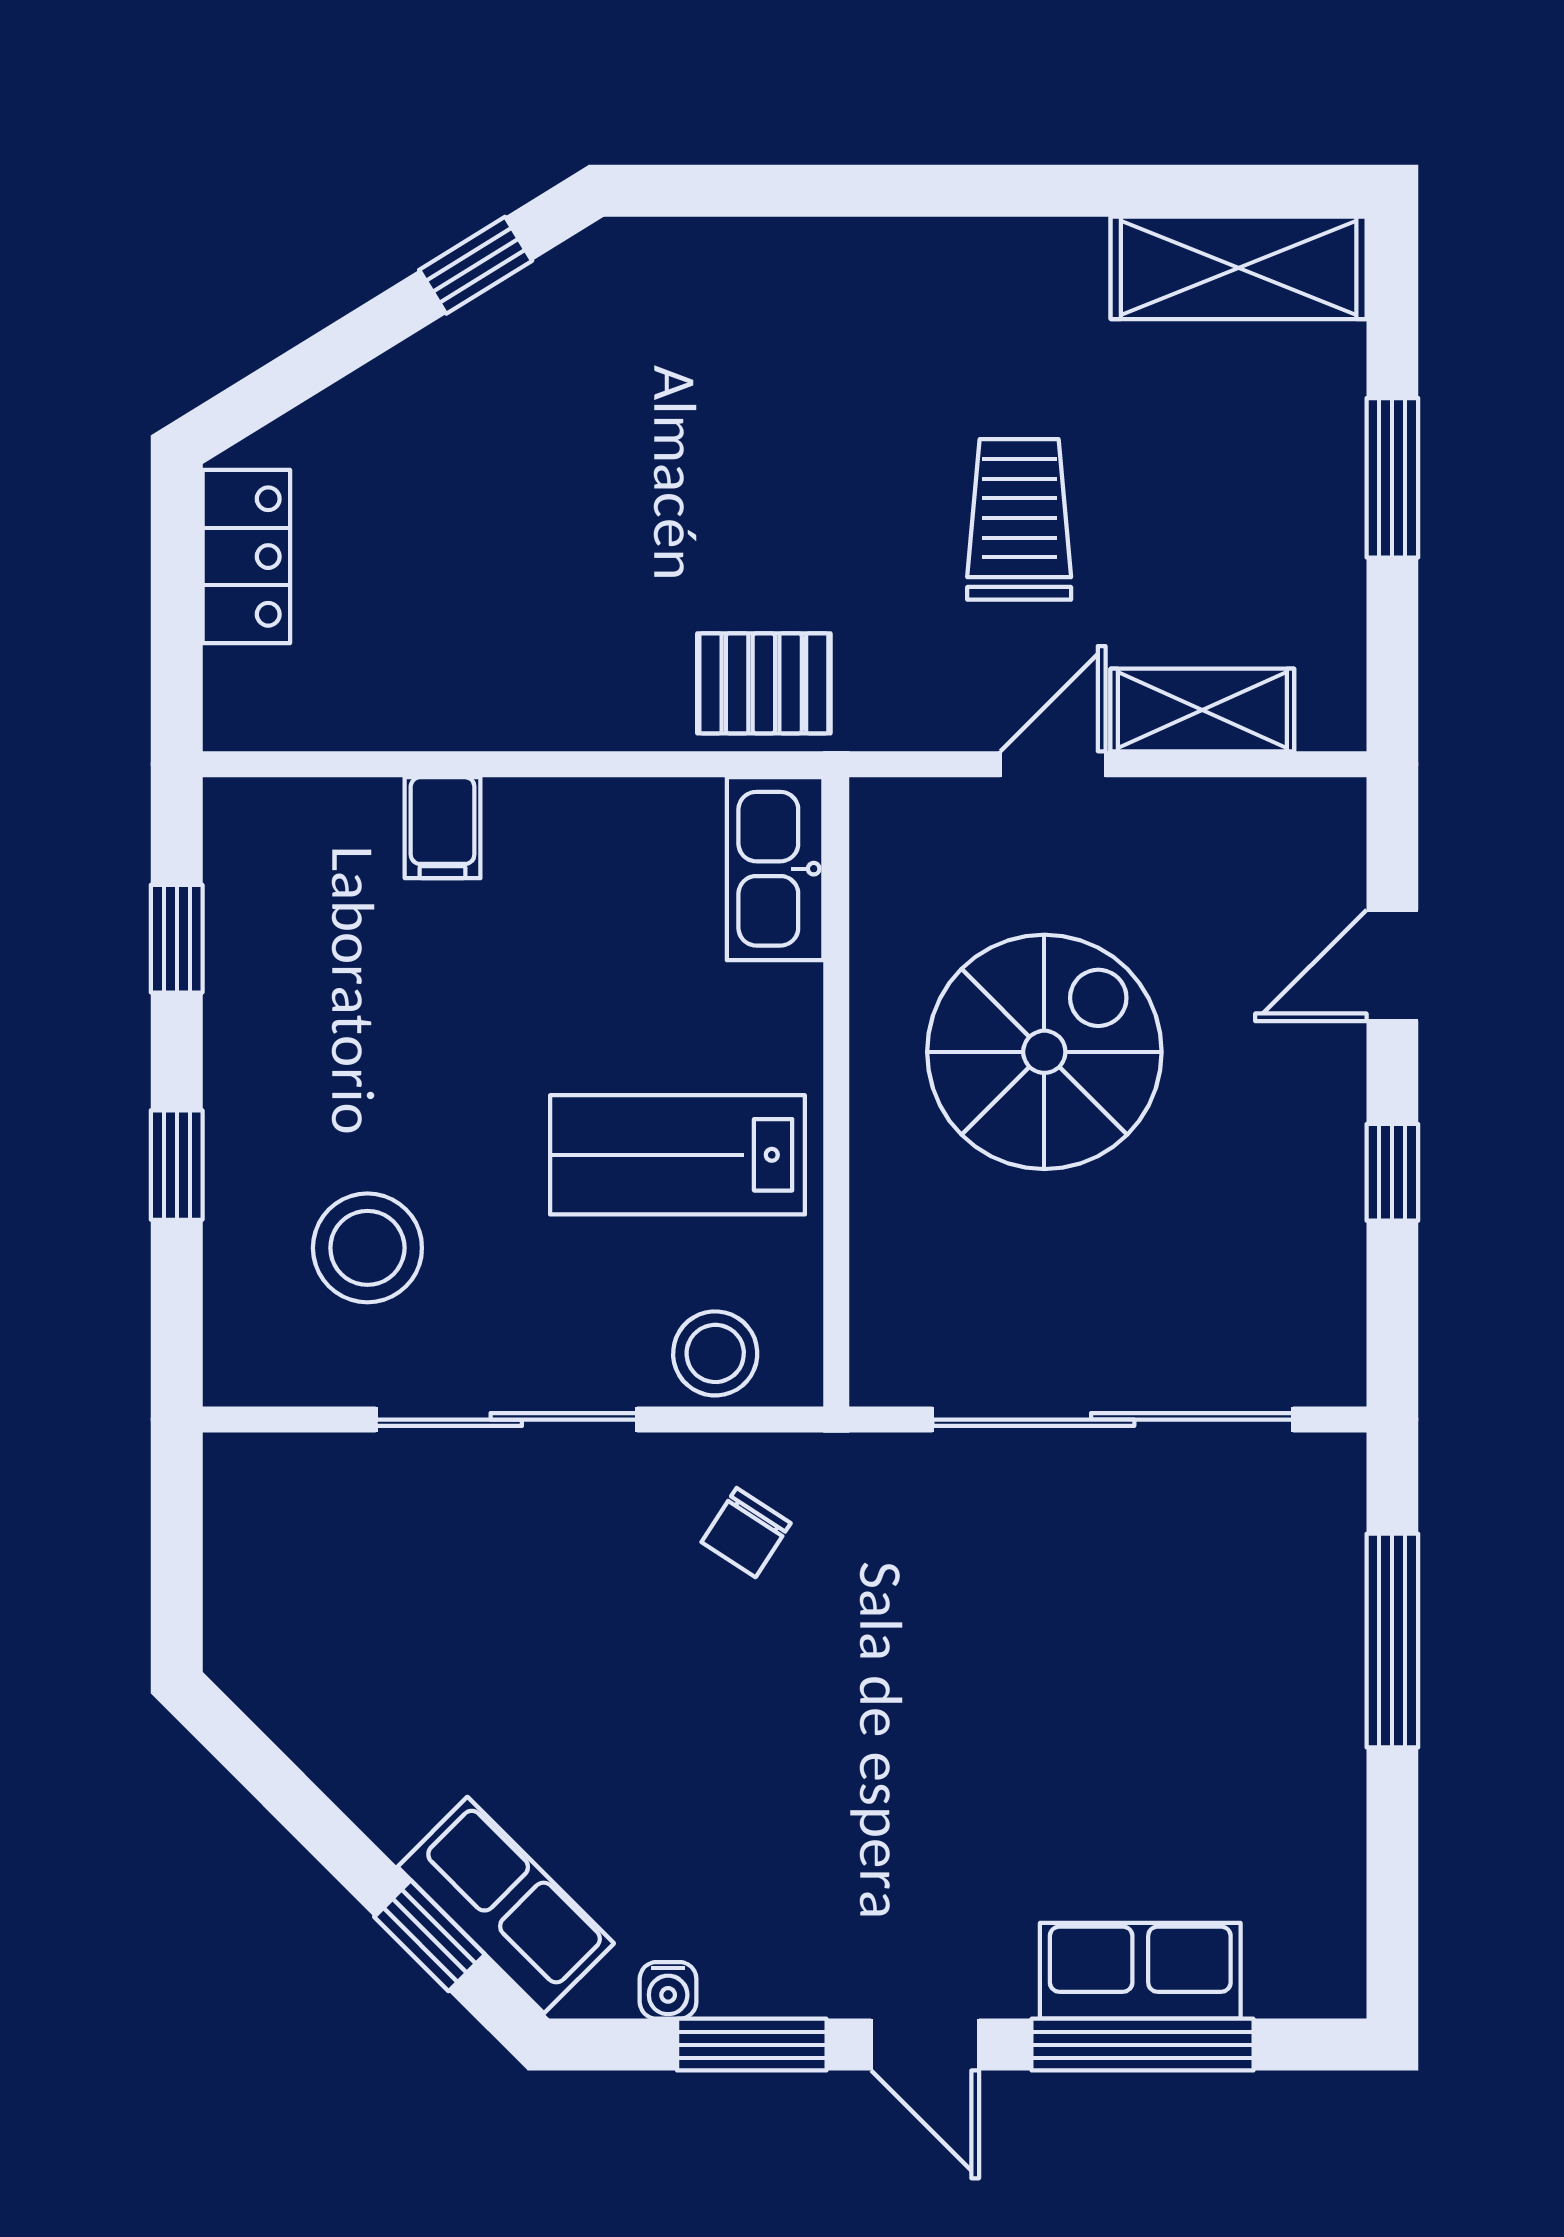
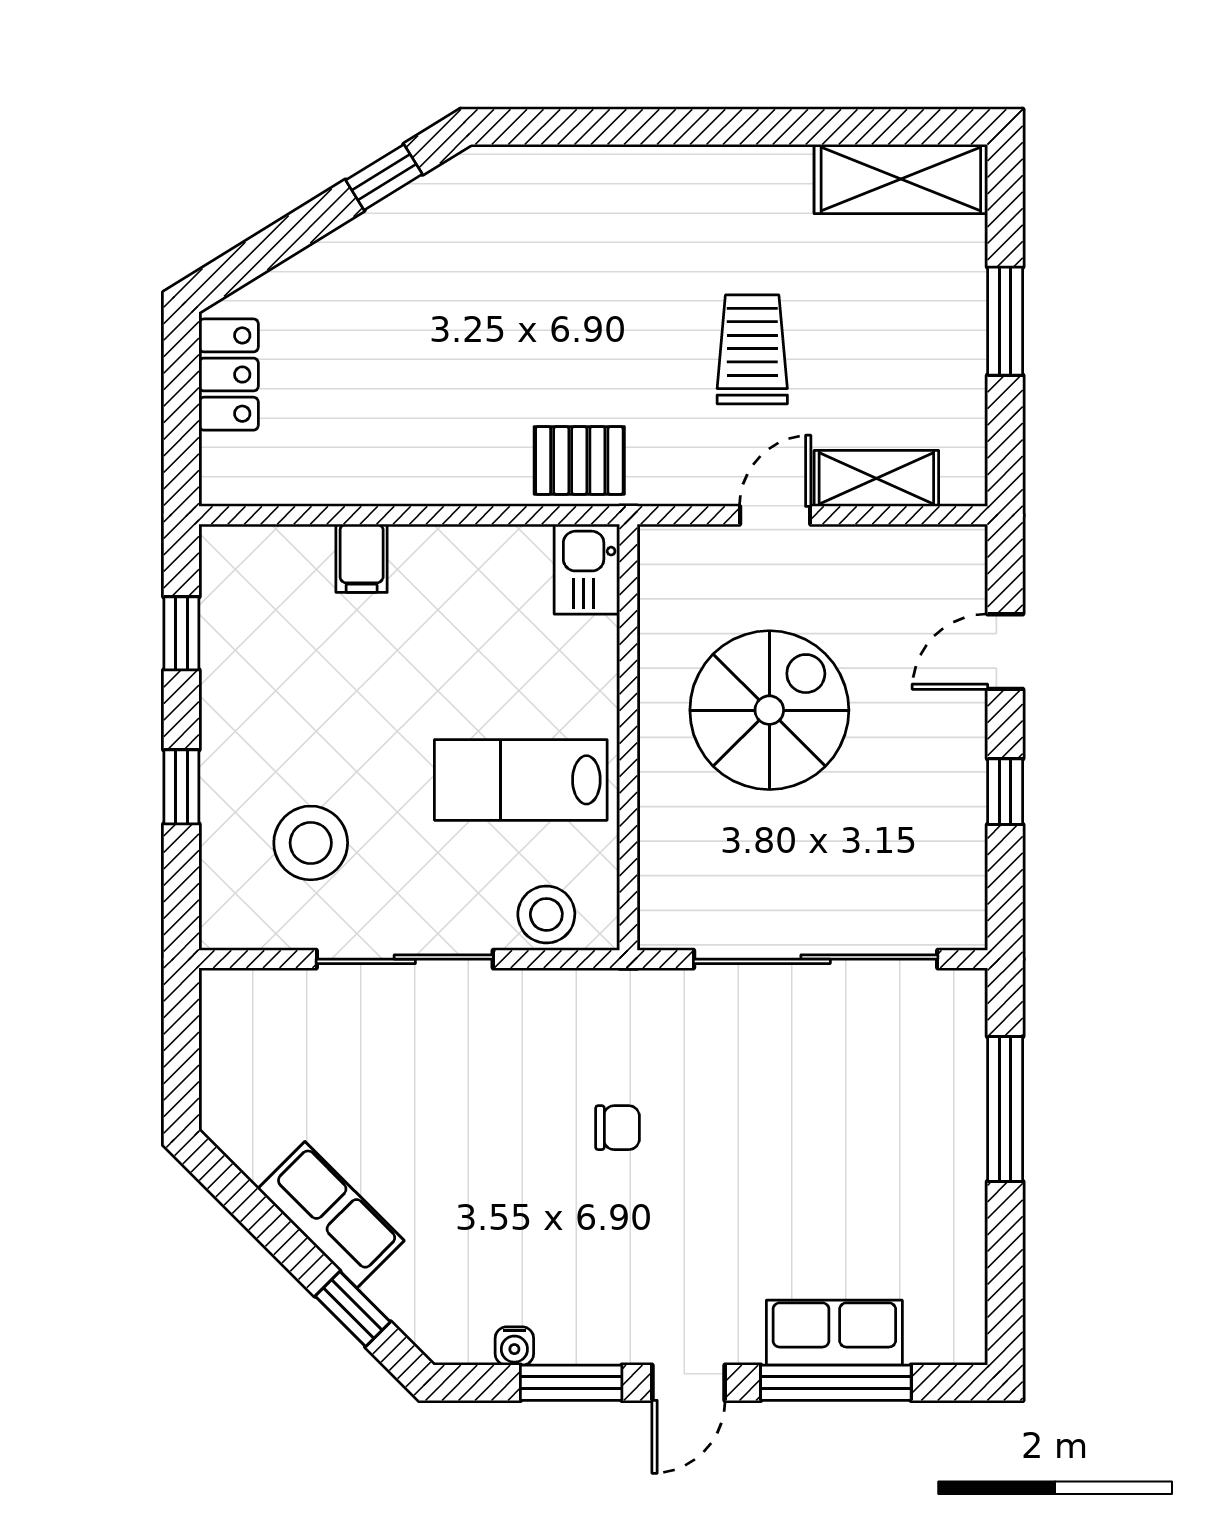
kitchen sink: (775, 869) -> (587, 569), width x0.73
chair: (746, 1533) -> (617, 1128), moved, turned -123
row of seats: (506, 1905) -> (331, 1215), moved
door: (925, 2045) -> (689, 1383), hinge flipped

